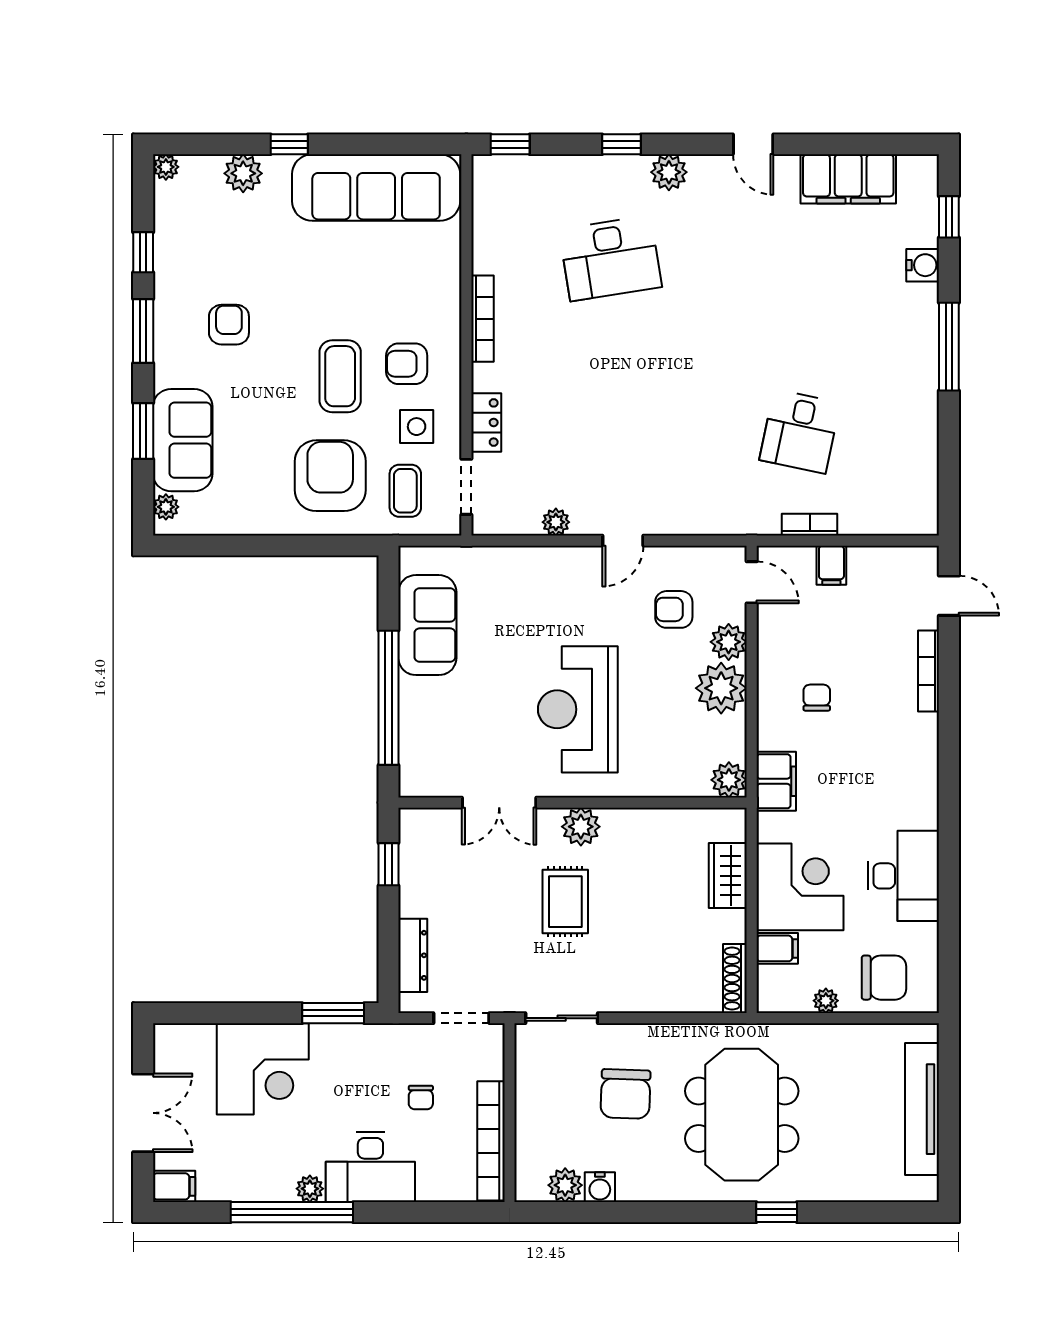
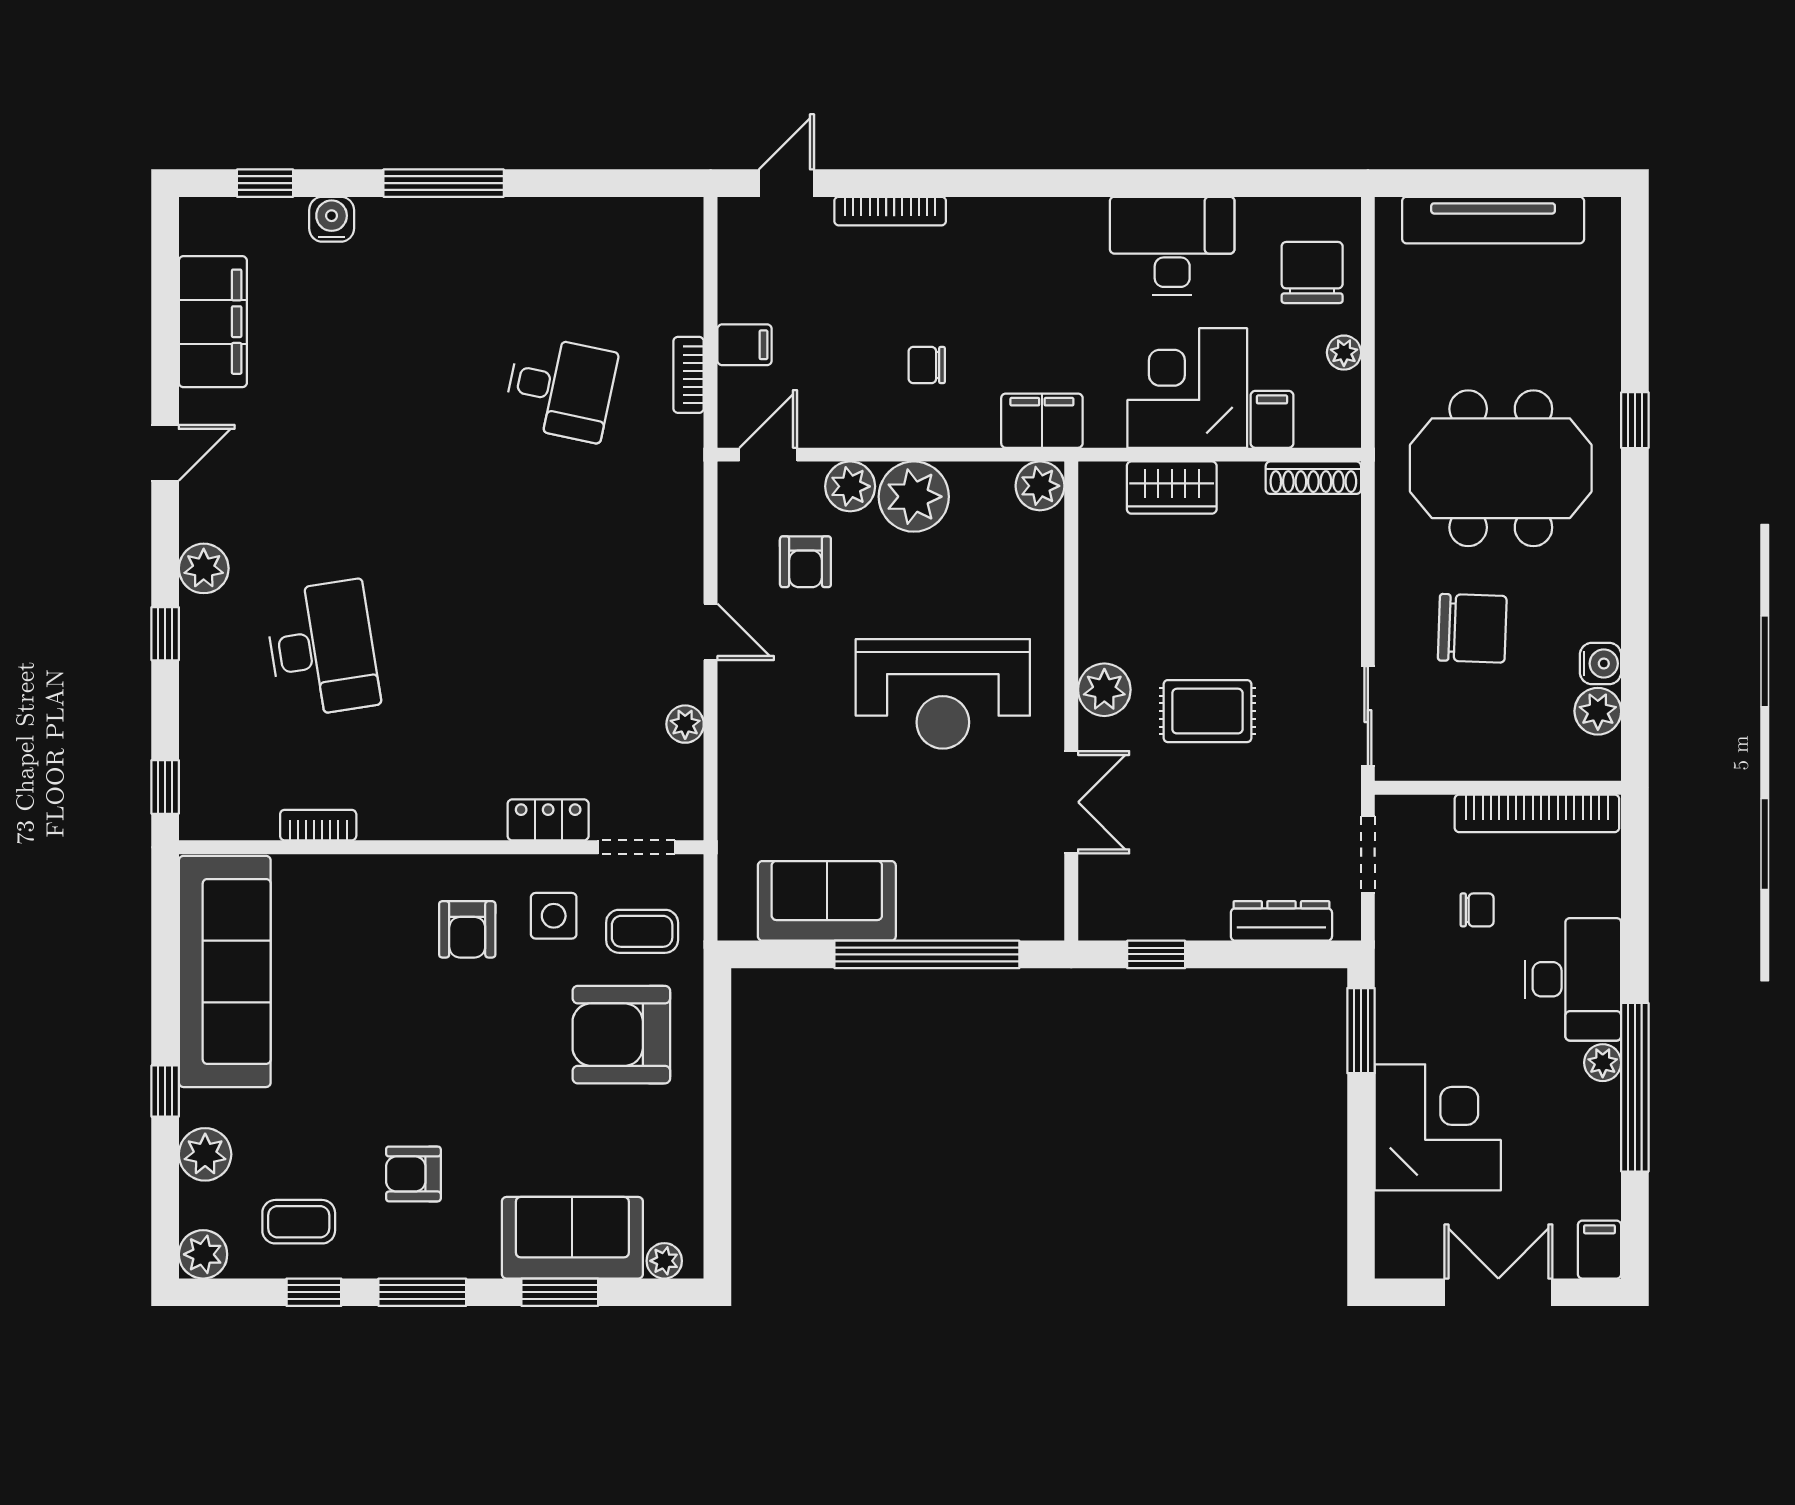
plant: (166, 167) -> (203, 1254), width x1.38, depth x1.38
bookcase: (482, 319) -> (318, 825), moved, width x0.64
coffee table: (340, 376) -> (299, 1222), moved, width x0.73, depth x0.77

